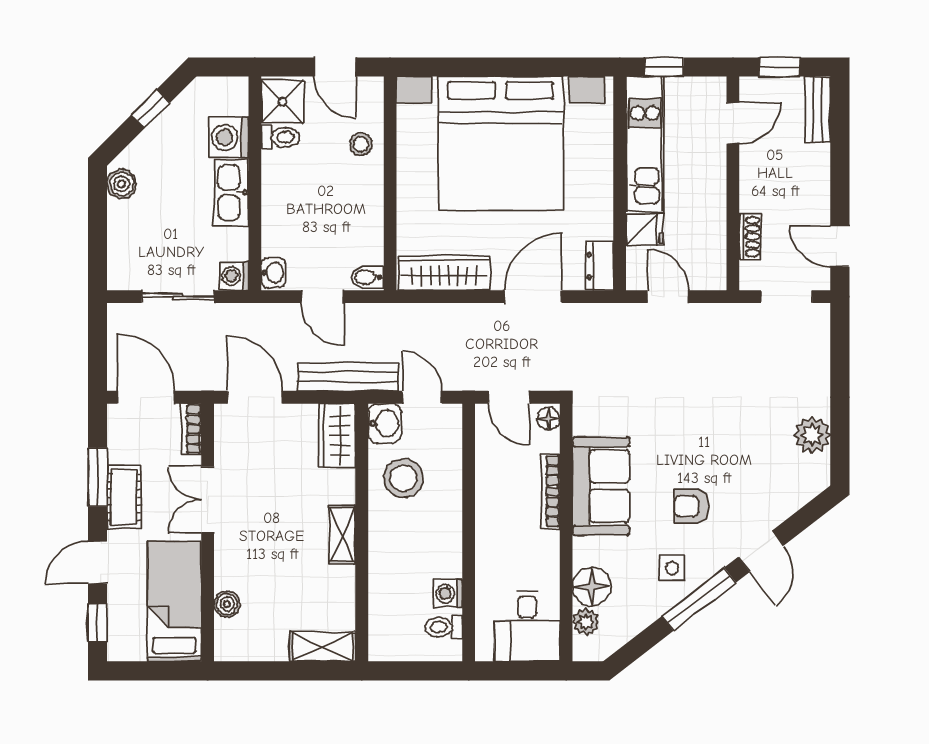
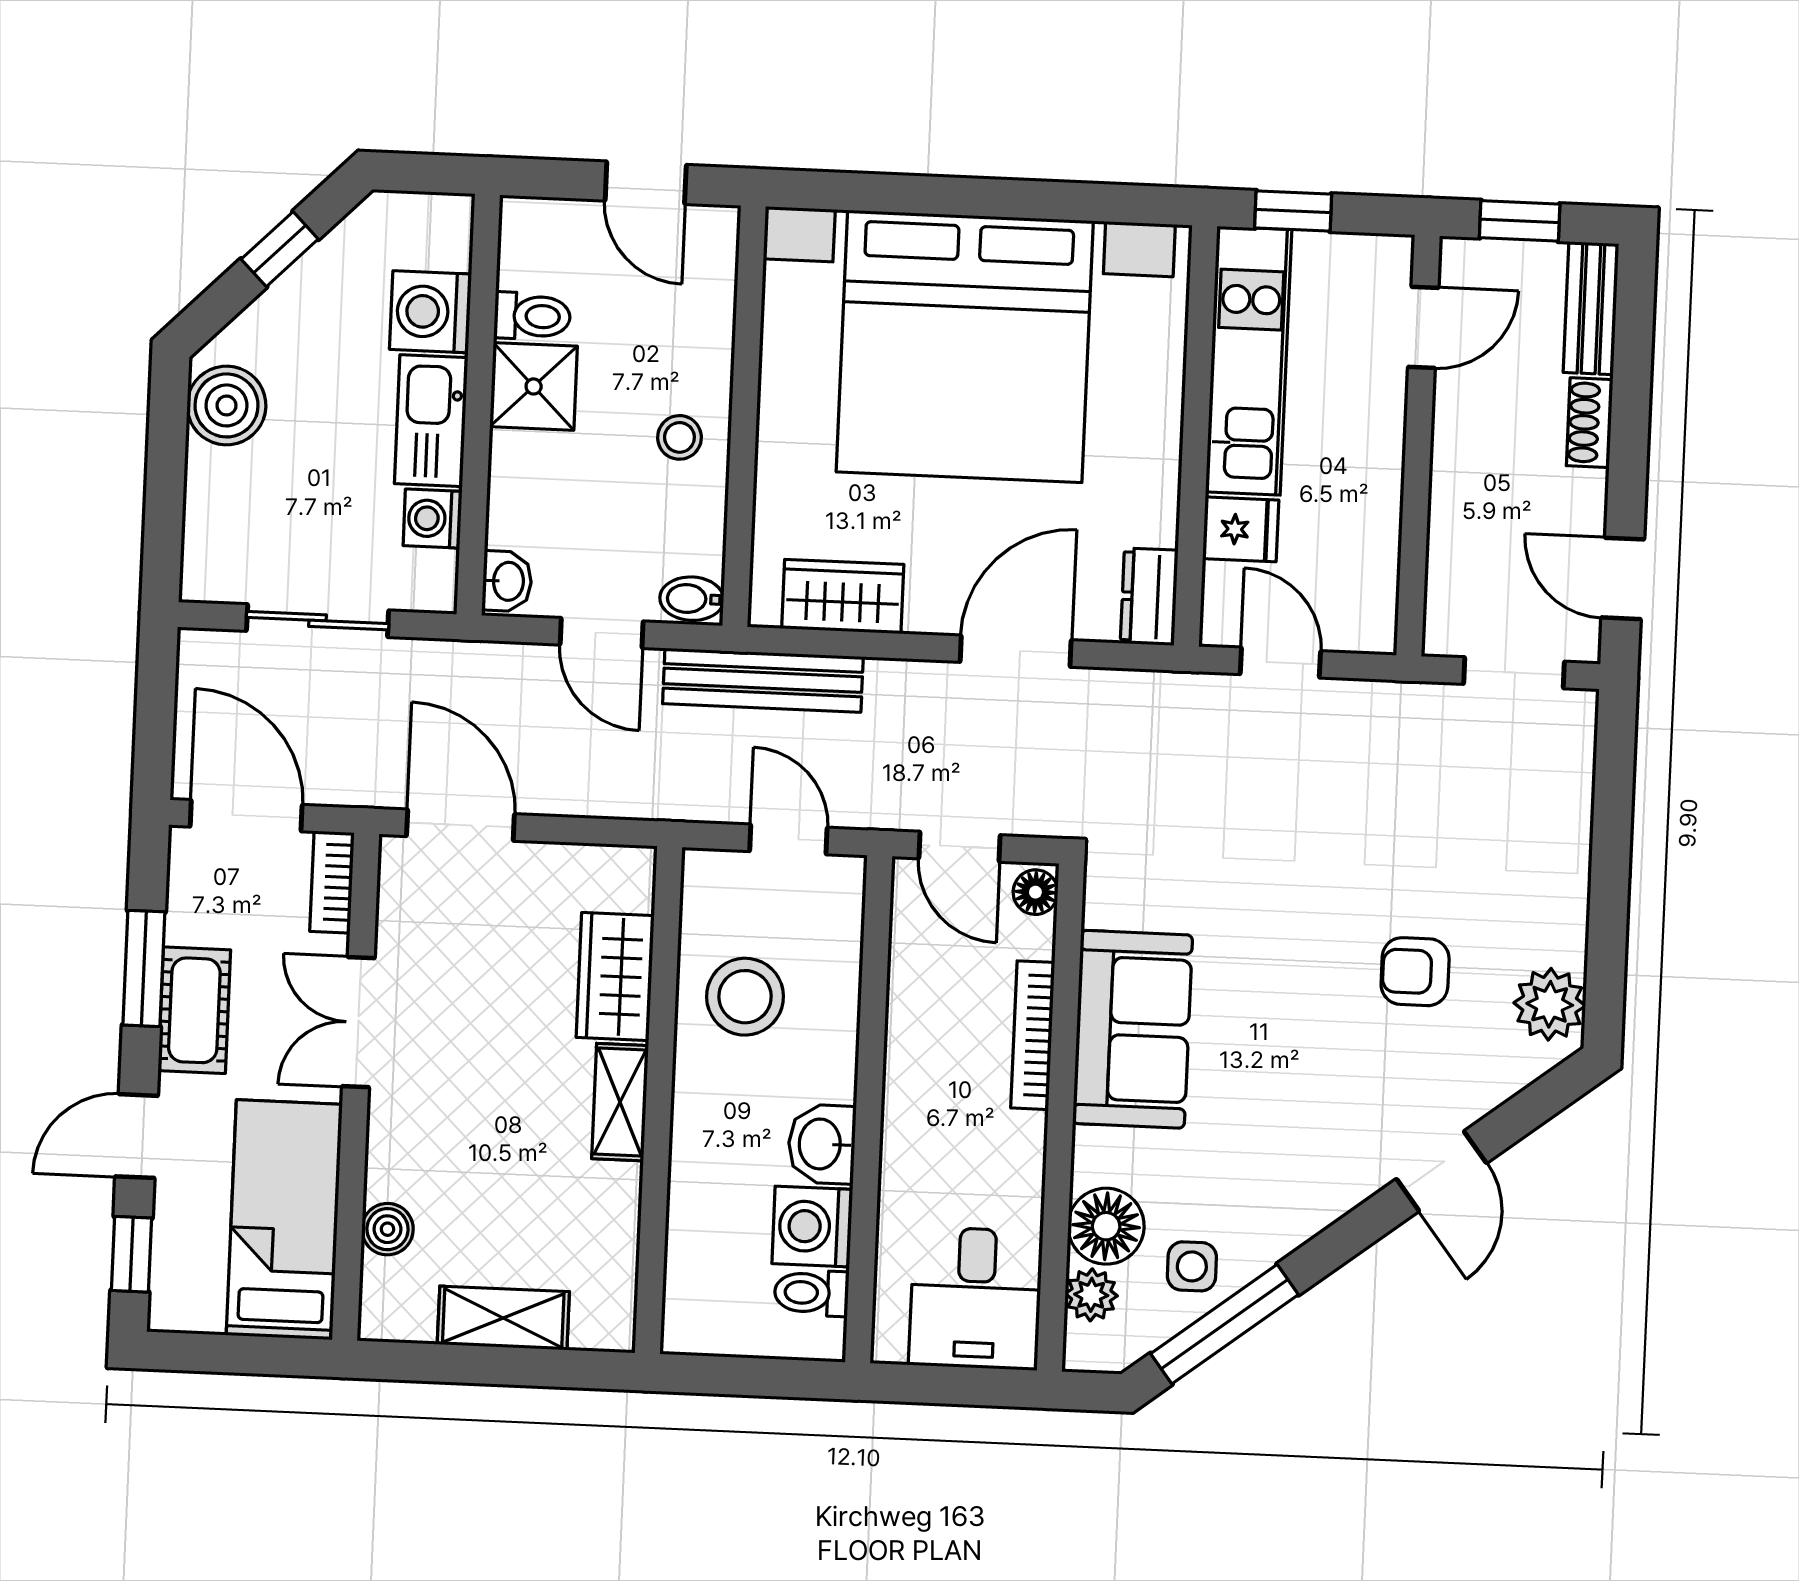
shower: (282, 102) -> (534, 386), moved
stool: (361, 144) -> (679, 437), moved
boiler: (122, 184) -> (227, 405), width x1.36, depth x1.36
shoe rack: (750, 237) -> (1590, 423), moved, turned 180
wardrobe: (444, 273) -> (843, 596), width x0.67
washing machine: (234, 276) -> (433, 519), moved
bench: (348, 377) -> (763, 680), moved
washbasin: (385, 423) -> (822, 1144), moved, turned 180
wardrobe: (337, 435) -> (615, 977), moved
plant: (812, 435) -> (1550, 1004), moved
armchair: (691, 506) -> (1415, 972), moved
side table: (672, 568) -> (1192, 1266), moved
washing machine: (448, 593) -> (812, 1227), width x1.38, depth x1.38
window: (699, 599) -> (1224, 1324), moved
shelving: (322, 647) -> (503, 1318), moved

